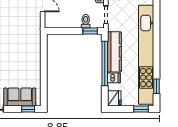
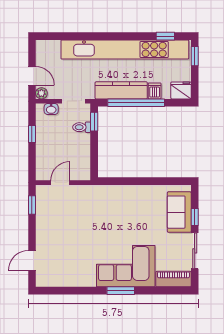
window: (28, 109) -> (195, 217), moved

